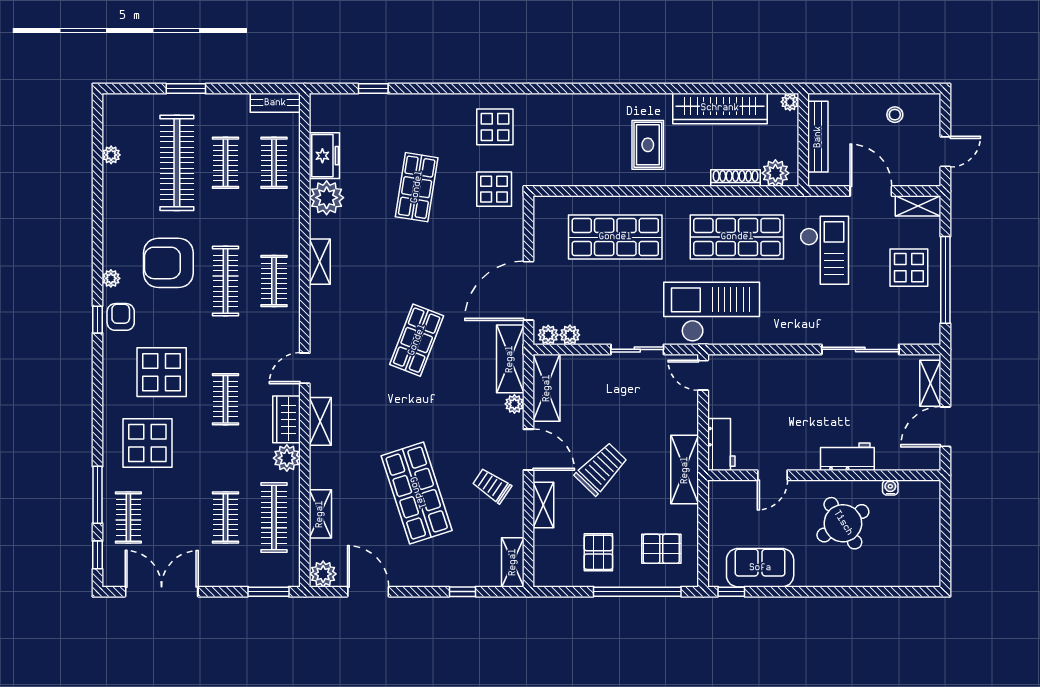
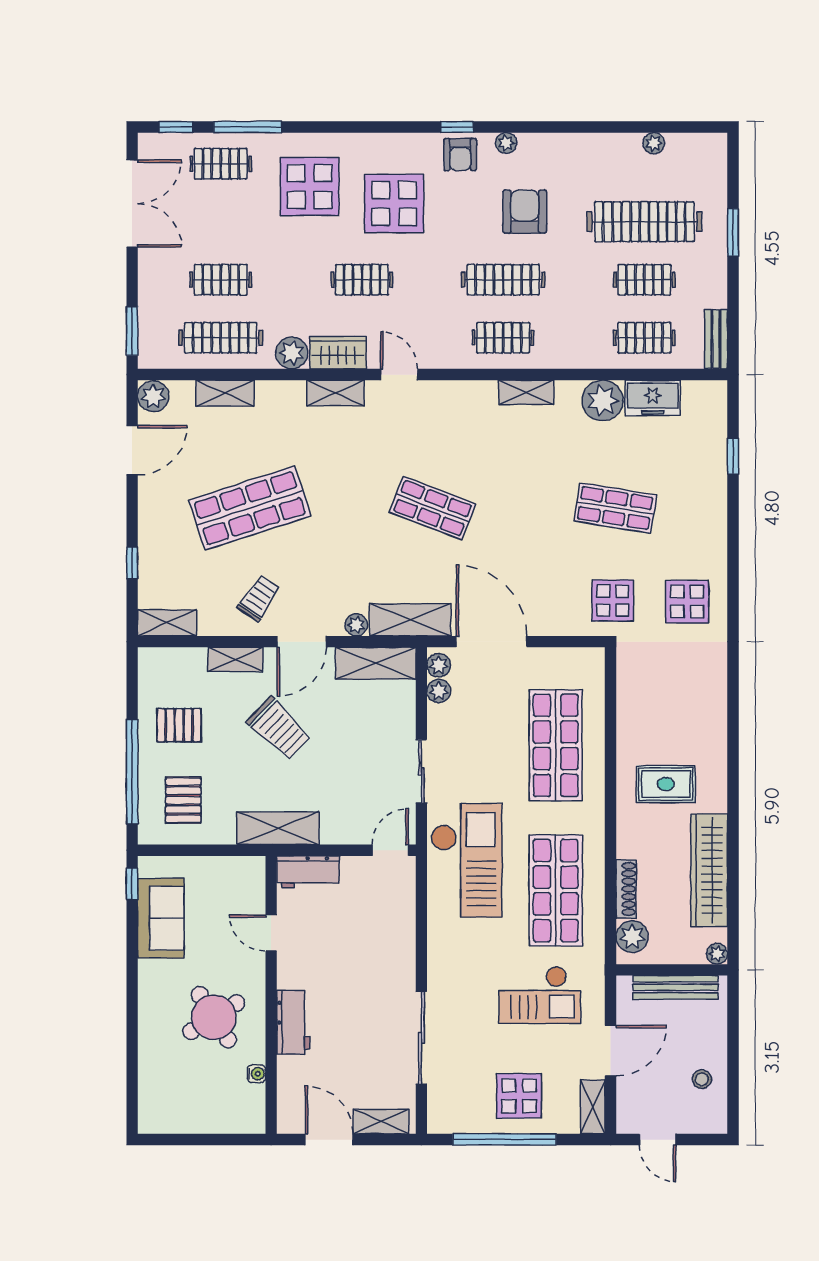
armchair: (168, 263) -> (525, 212), width x0.73, depth x0.73
armchair: (121, 317) -> (460, 155), turned 90

